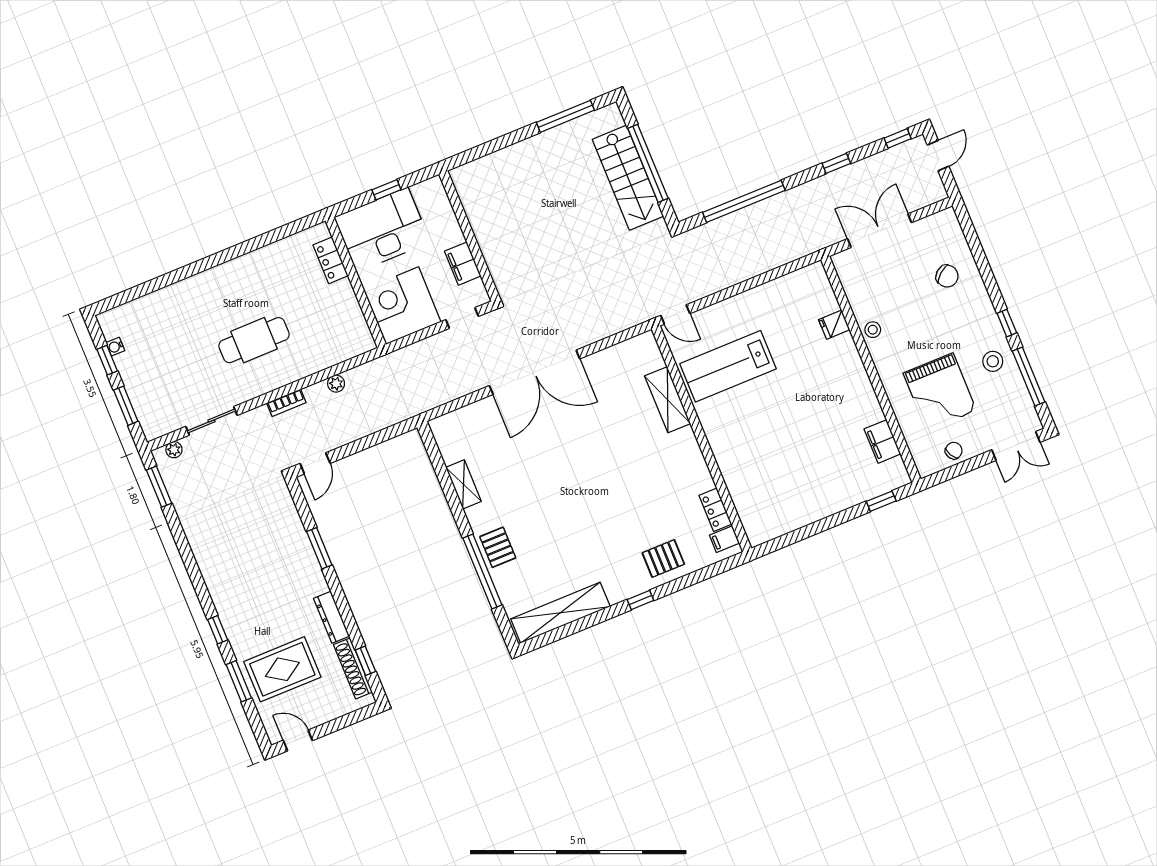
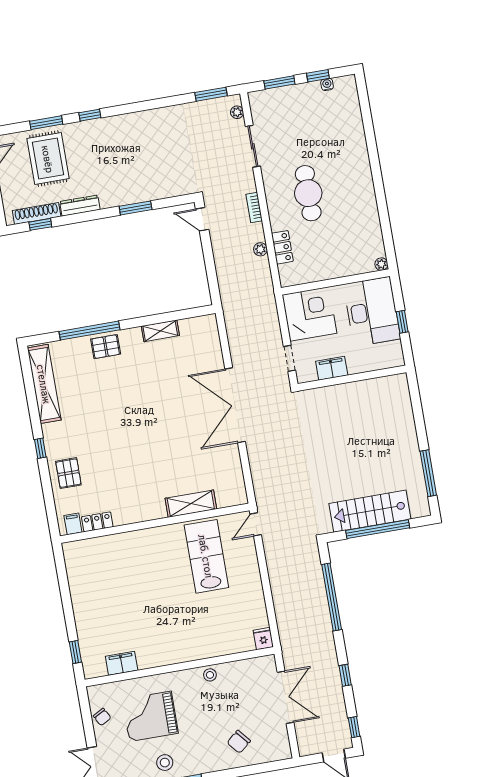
plant: (321, 231) -> (381, 264), added
locker: (331, 260) -> (282, 247), moved, turned 90
fridge: (834, 325) -> (263, 639), moved

